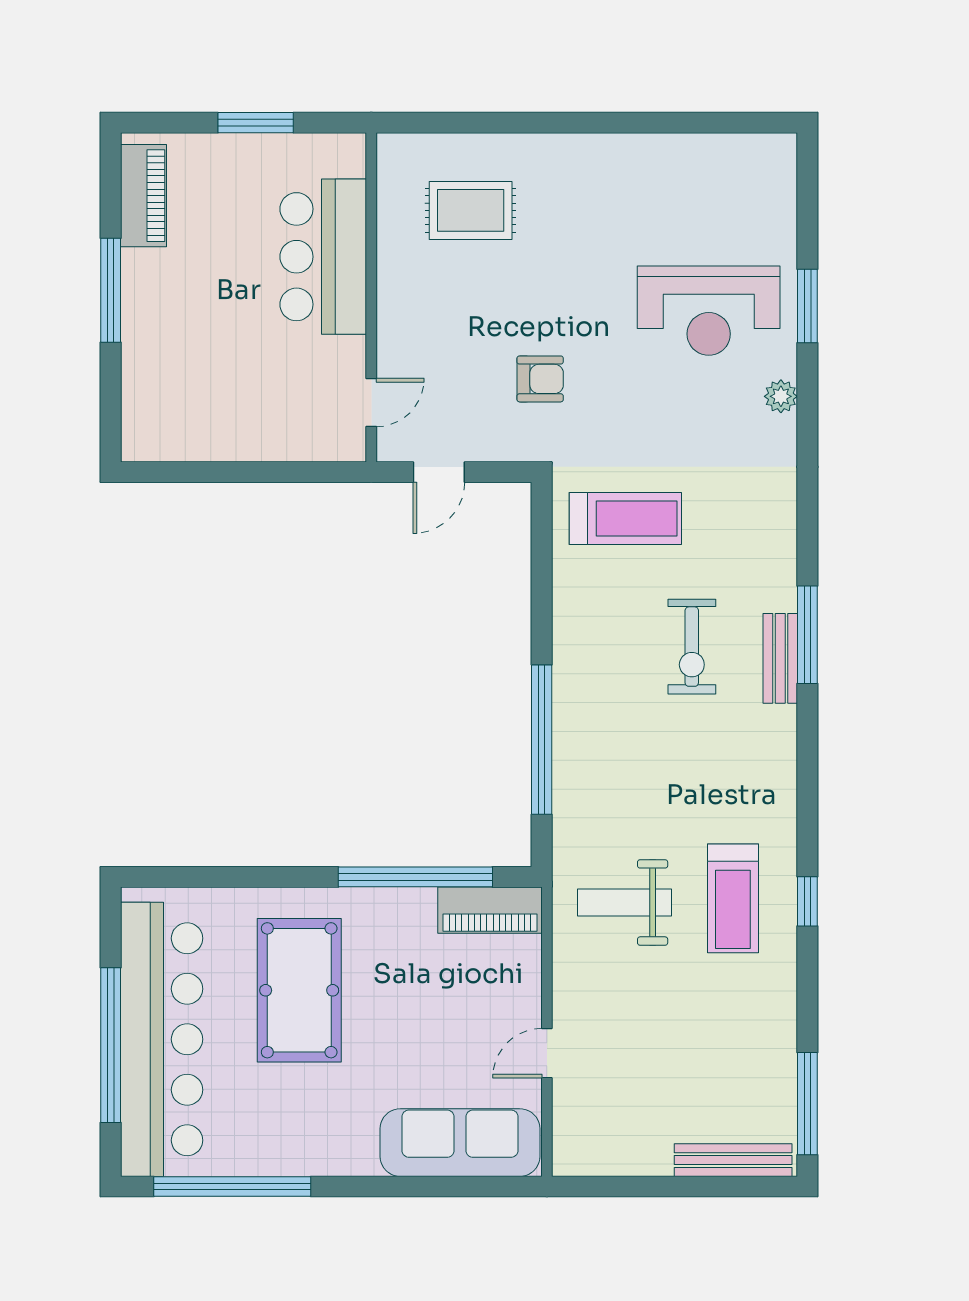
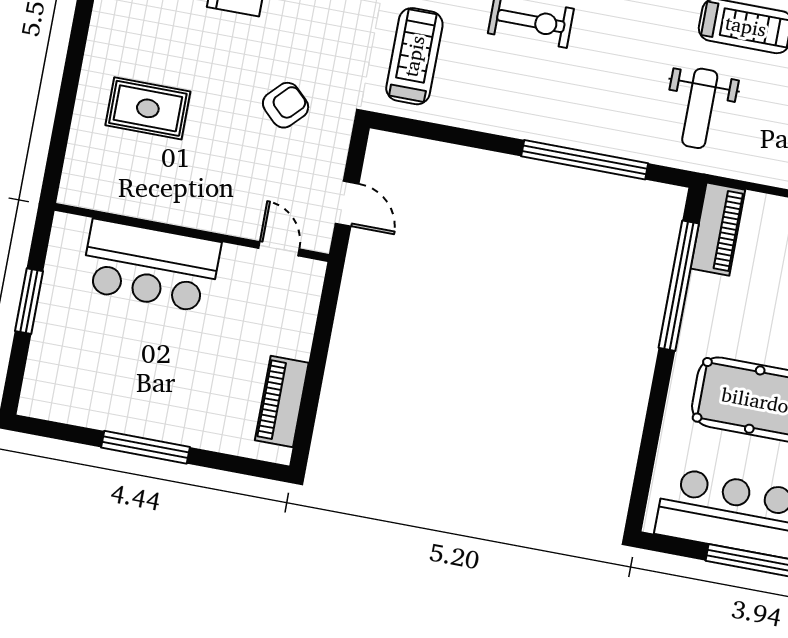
piano: (144, 196) -> (282, 402), moved, turned -90
rug: (471, 210) -> (148, 108), moved, turned 90
armchair: (540, 379) -> (286, 105), turned 44
weight bench: (624, 902) -> (700, 108), moved

